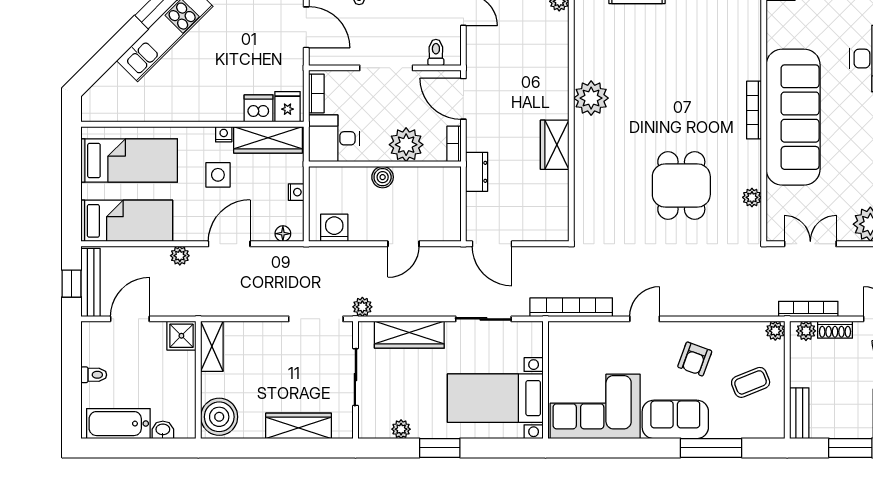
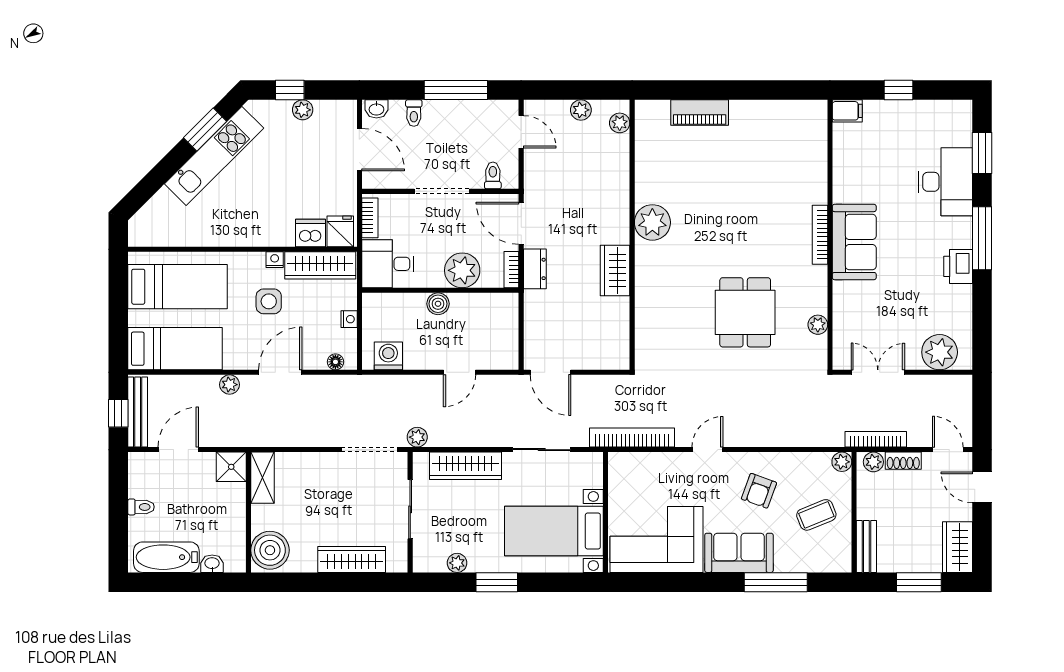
sofa: (793, 117) -> (854, 242), width x0.54, depth x0.79
dresser: (477, 172) -> (535, 269), moved

